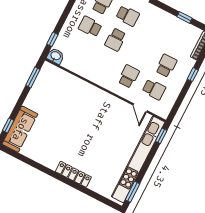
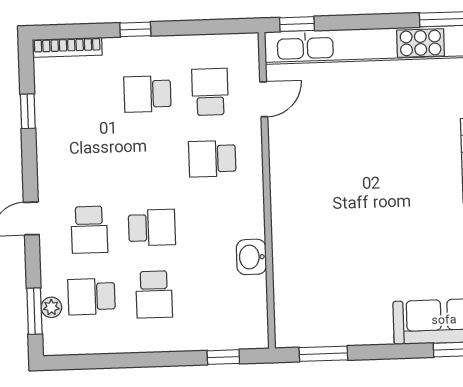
school desk: (128, 16) -> (89, 230), turned 180
washbasin: (55, 56) -> (251, 257), moved

